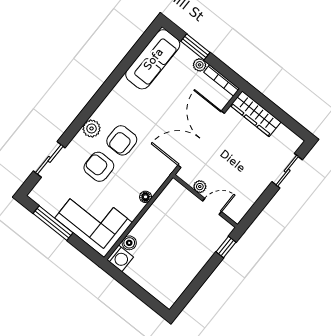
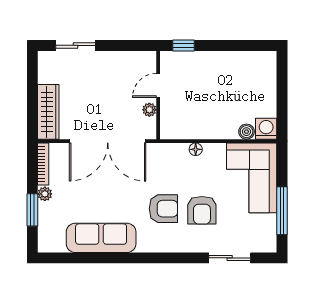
sofa: (153, 59) -> (101, 238), moved
plant: (92, 128) -> (174, 243), removed
door: (212, 206) -> (158, 86), hinge flipped

